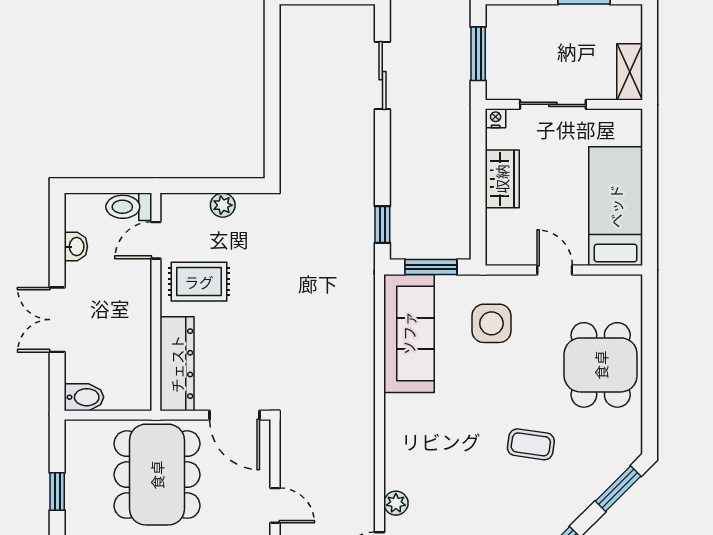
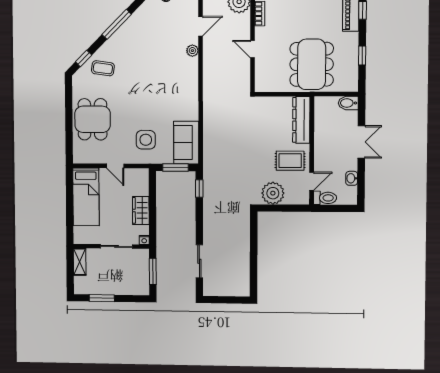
plant: (223, 205) -> (273, 193), width x1.88, depth x1.88
sofa: (409, 333) -> (186, 143), width x0.73
door: (234, 415) -> (273, 94), removed
coffee table: (531, 444) -> (103, 68), moved
window: (618, 489) -> (84, 58), width x0.67

